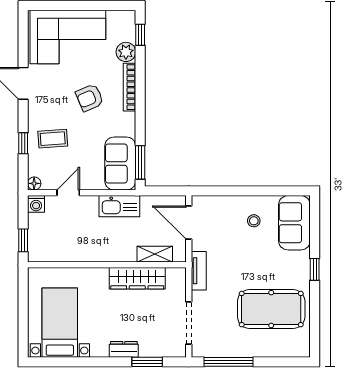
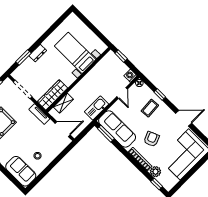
sofa: (120, 163) -> (117, 129), width x1.36
wardrobe: (137, 278) -> (53, 95), moved
bed with nightstands: (60, 323) -> (75, 53), moved, turned 180

